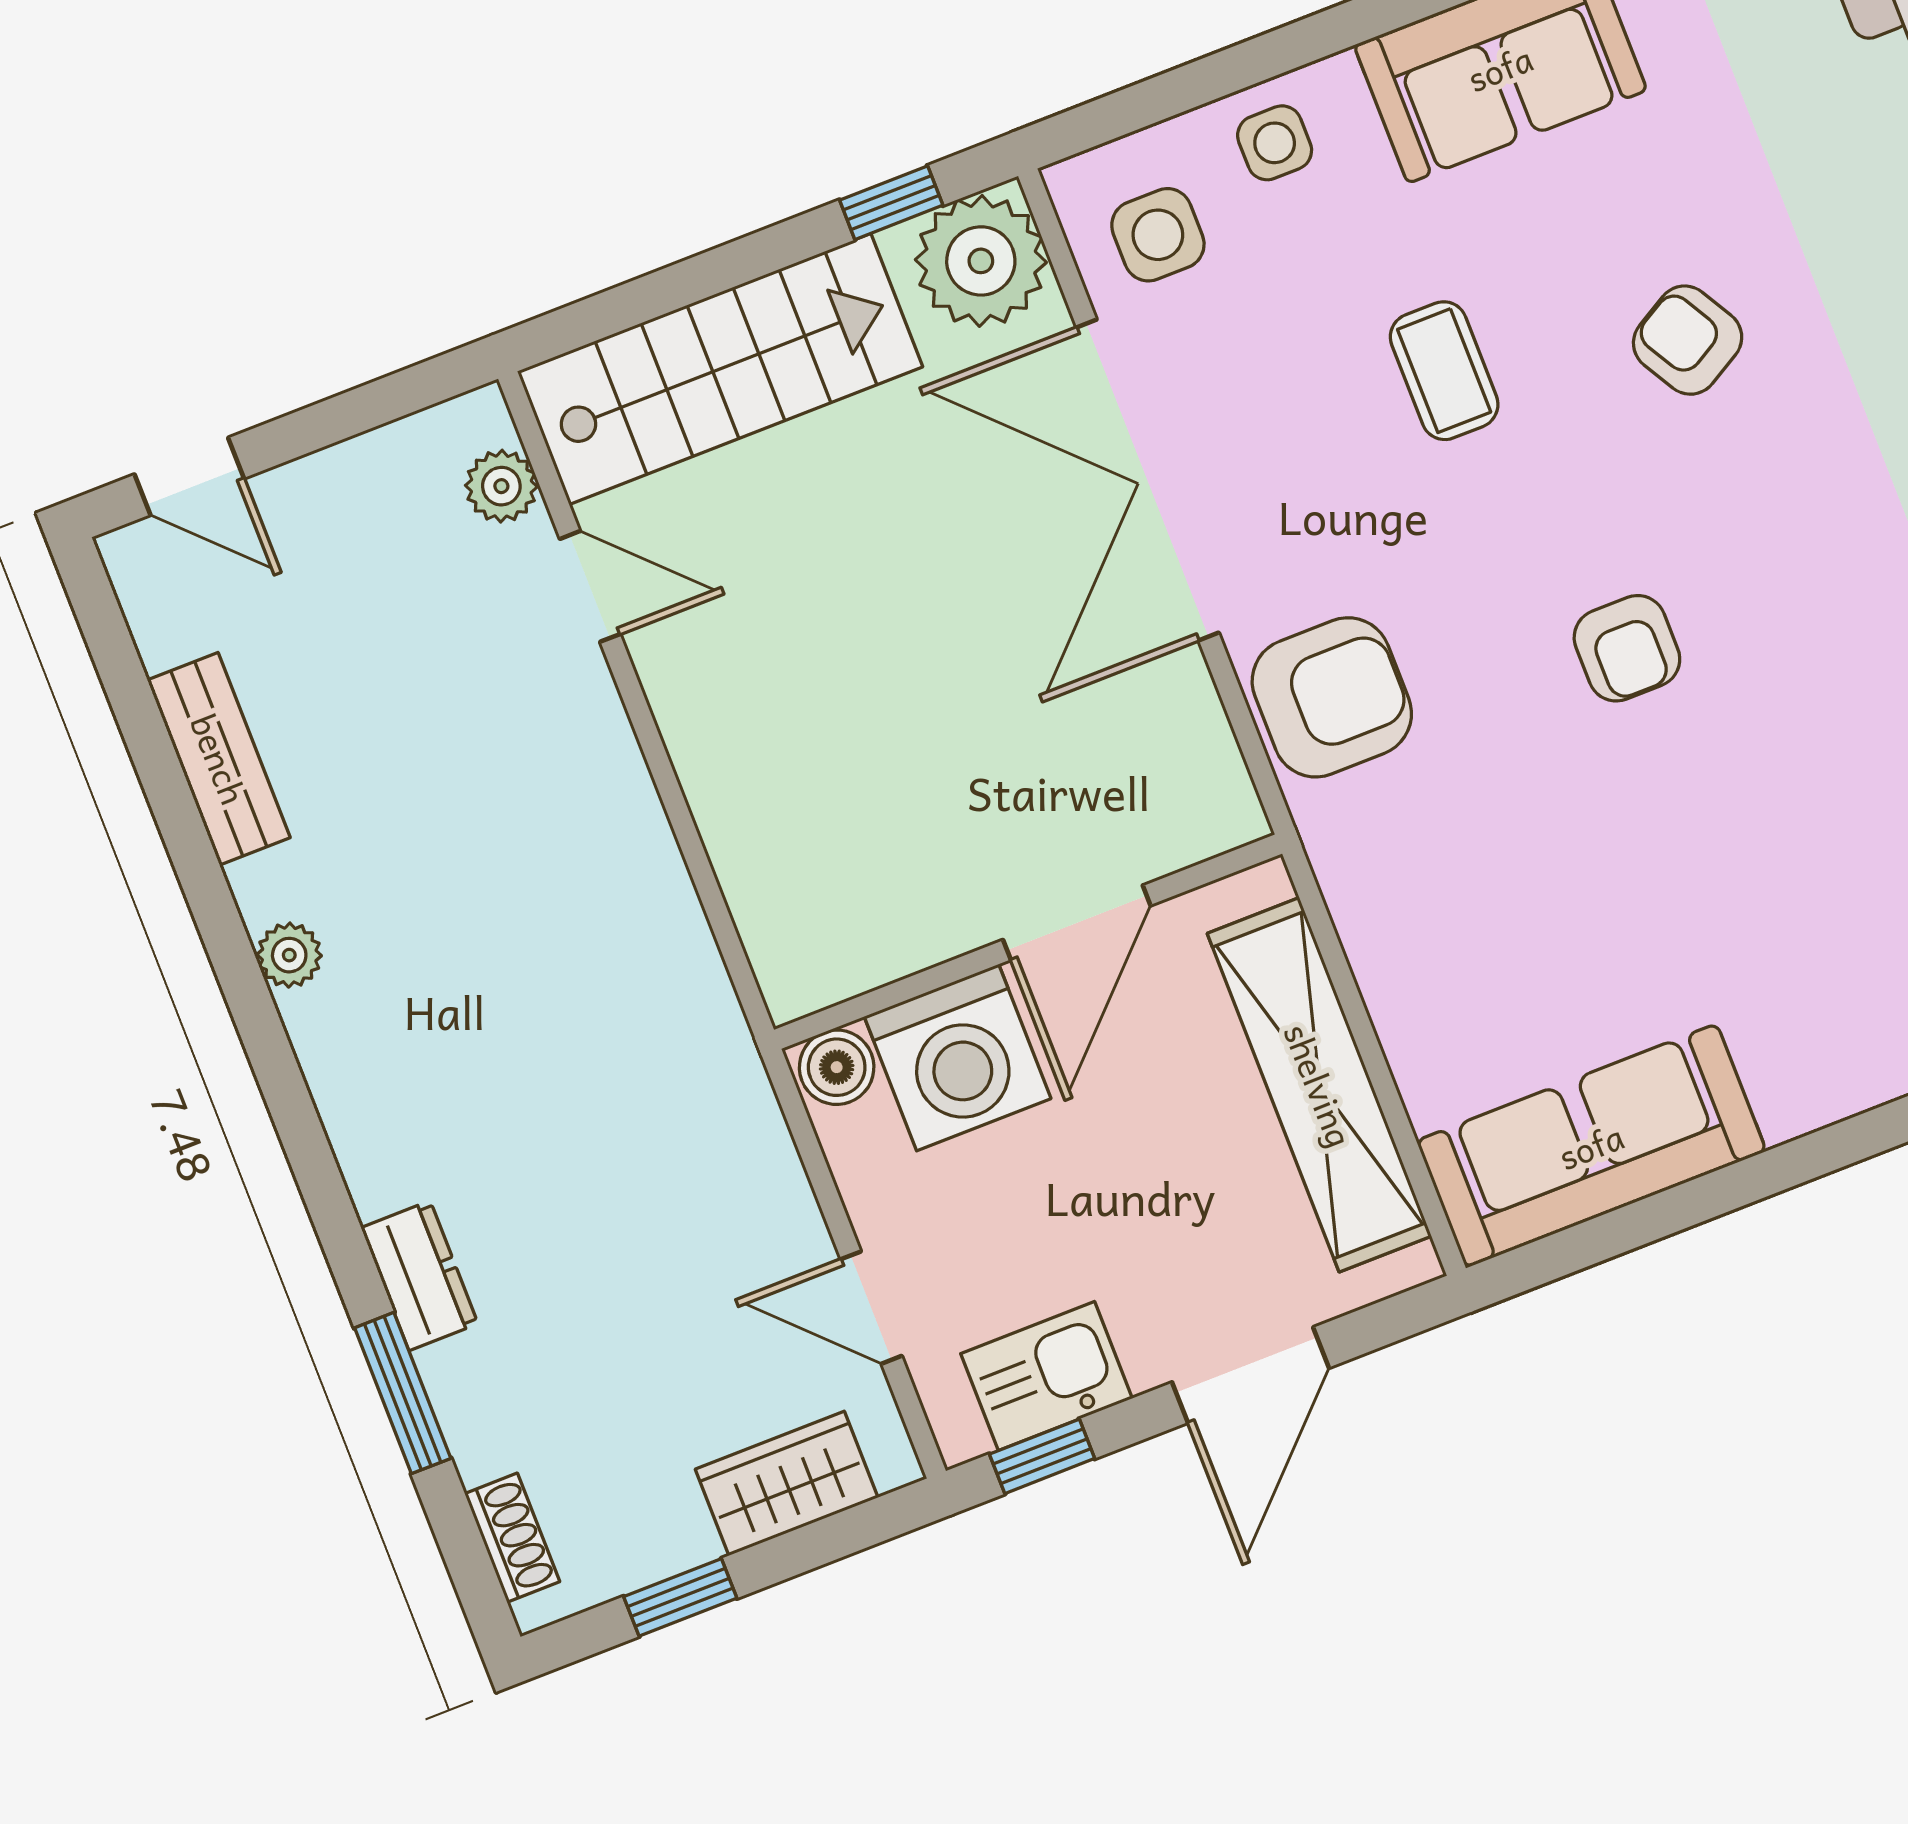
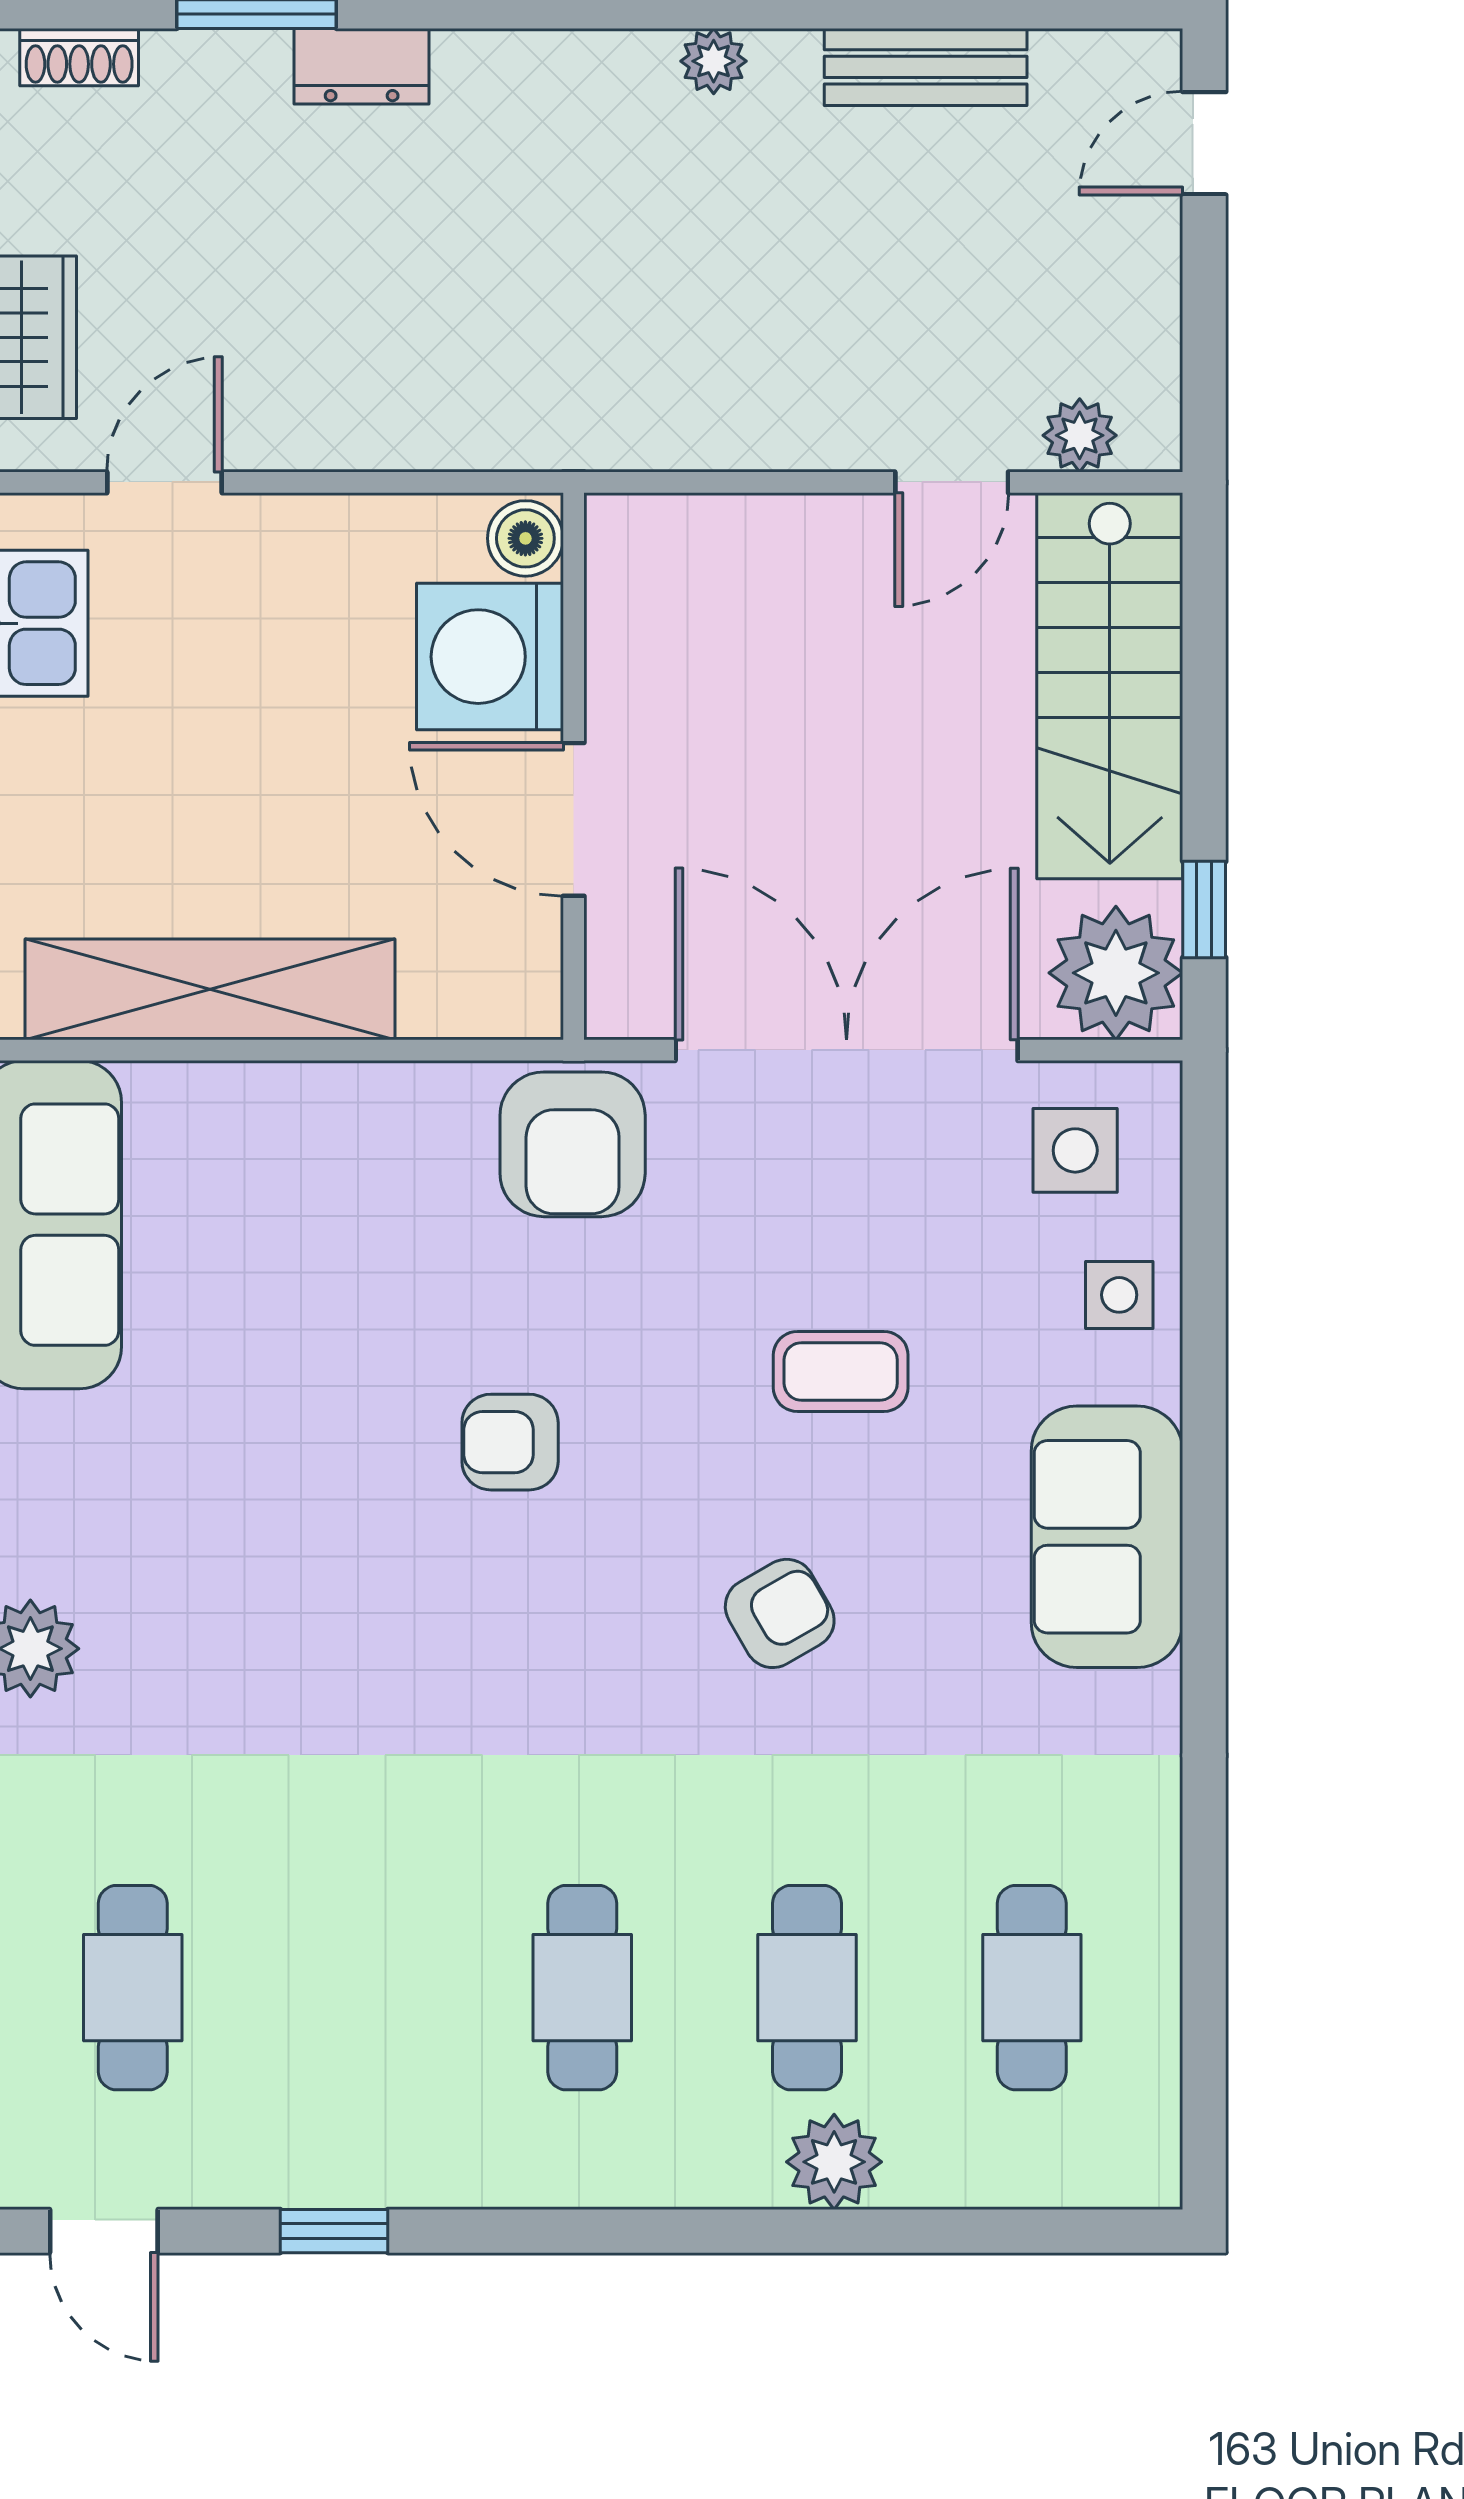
door: (1077, 923) -> (574, 819), moved
wall: (1028, 942) -> (574, 766), moved
washing machine: (958, 1058) -> (490, 657), moved
boiler: (837, 1067) -> (525, 538), moved

